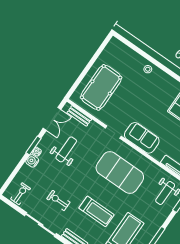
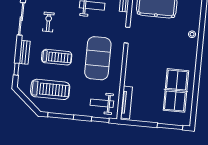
sofa: (142, 138) -> (135, 60), removed
treadmill: (97, 211) -> (57, 57), turned -90

